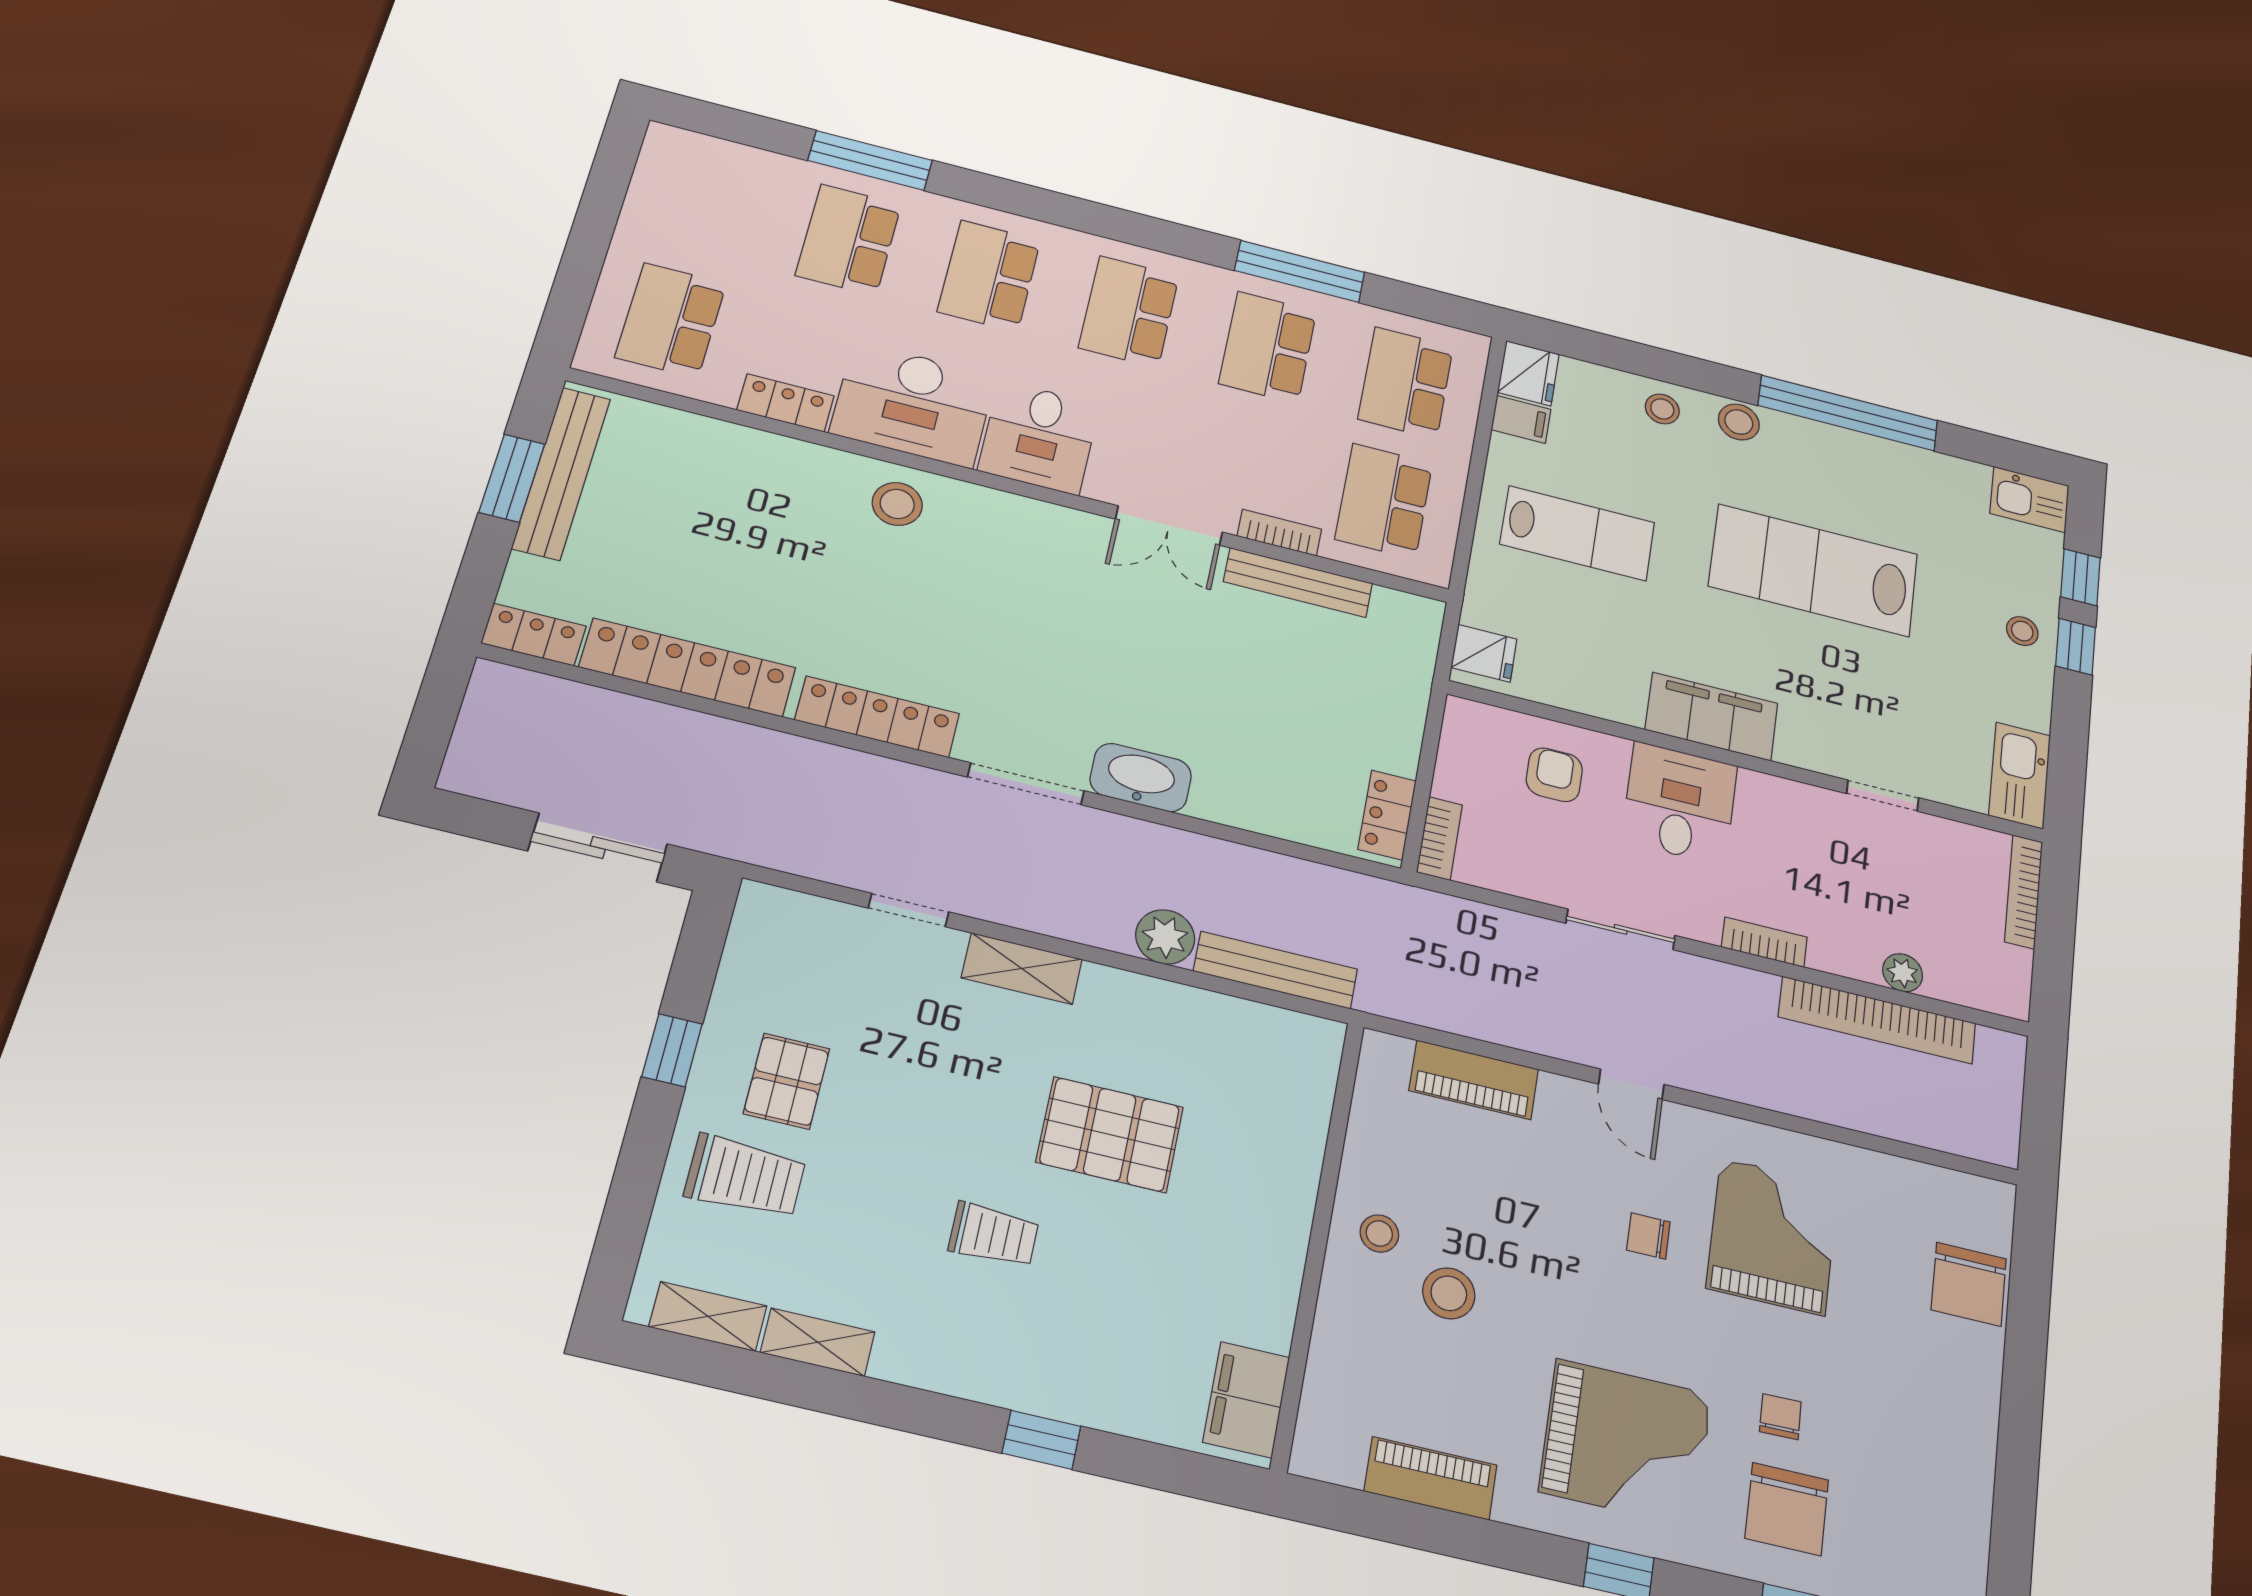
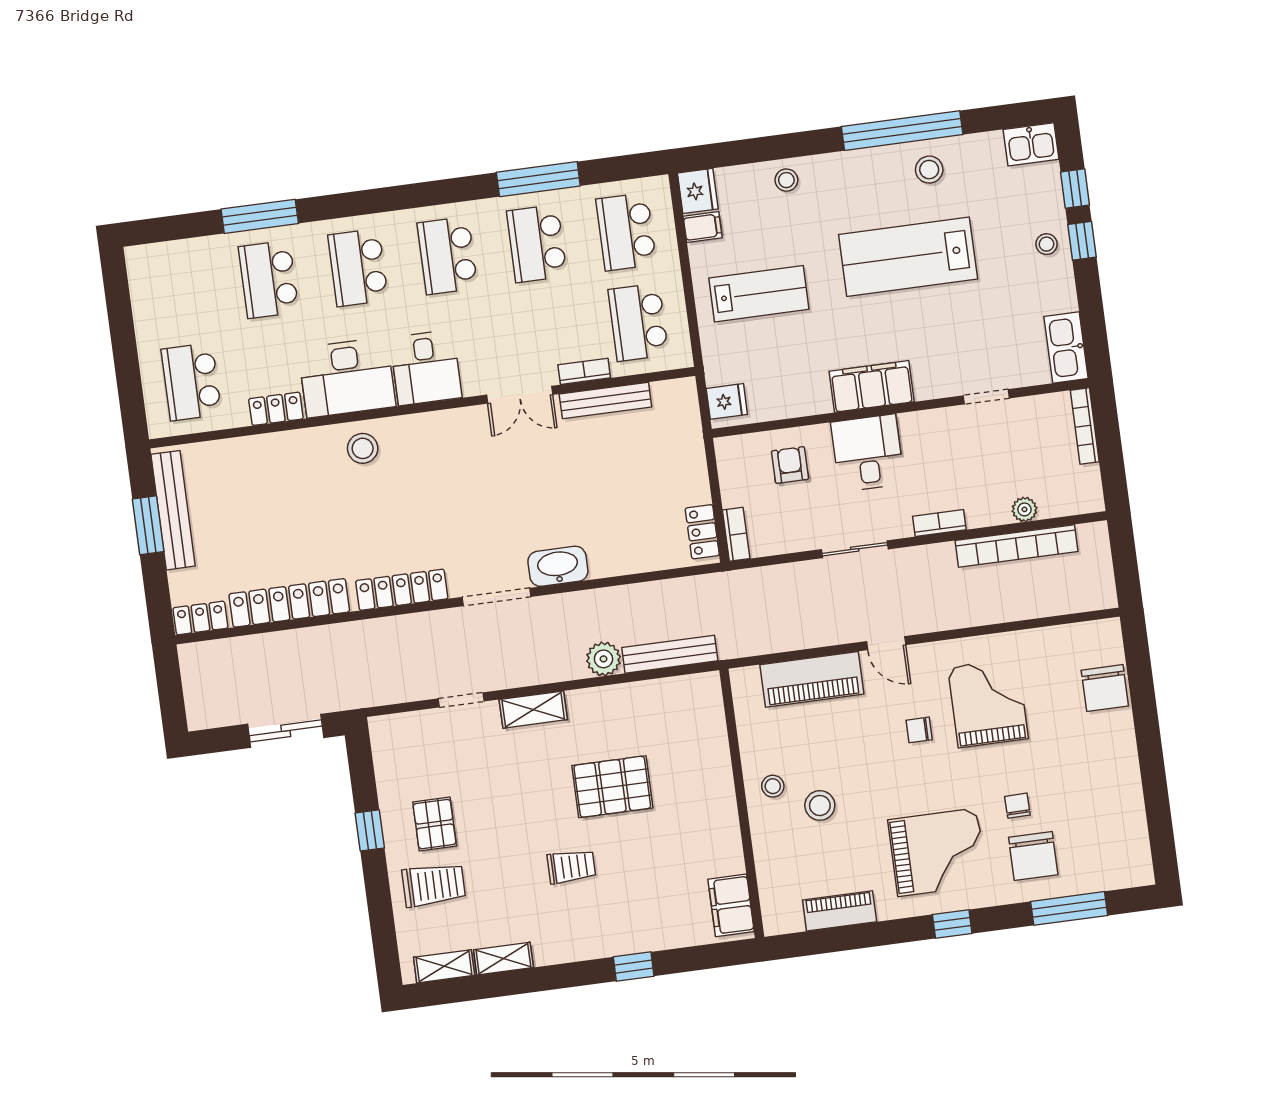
stool: (1739, 422) -> (929, 170), moved
piano: (1474, 1080) -> (812, 679), width x1.37, depth x1.33

